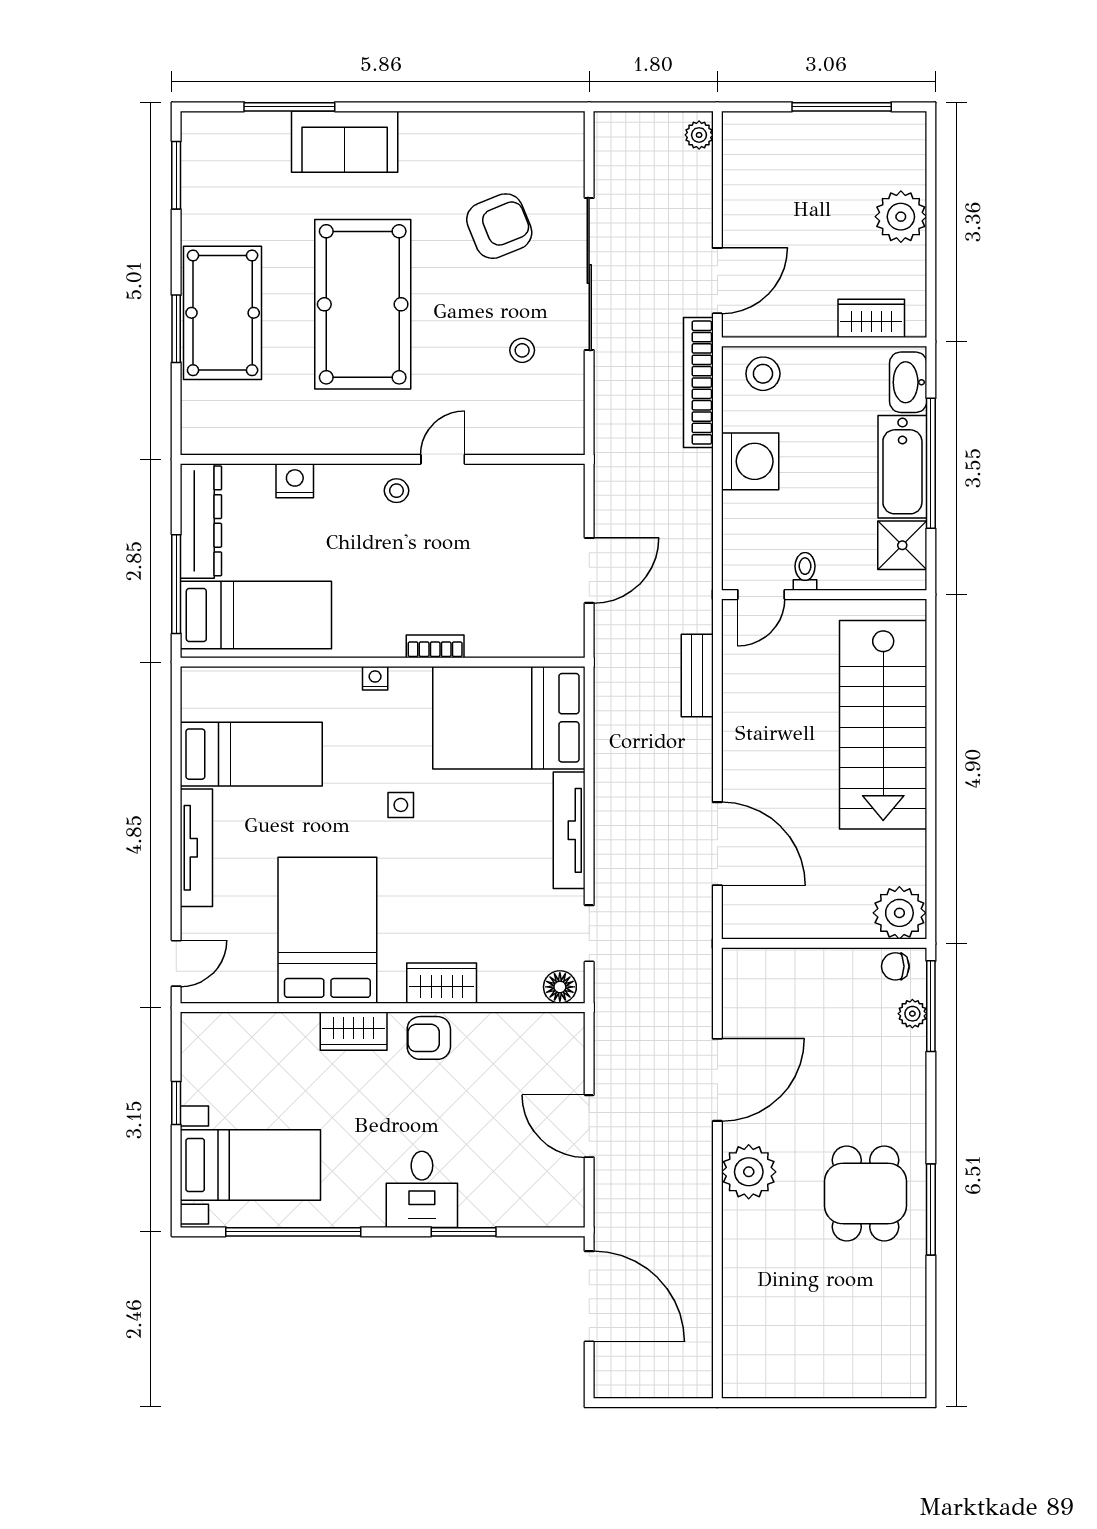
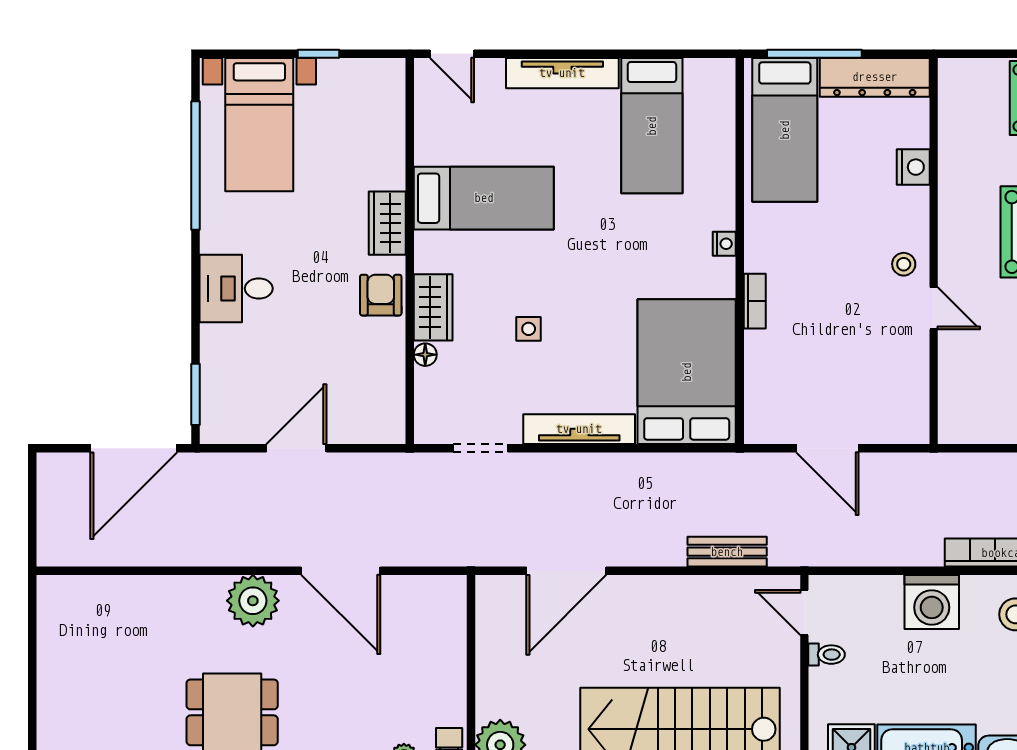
side table: (401, 805) -> (529, 329), moved
bed: (327, 930) -> (484, 198), width x0.67
floor lamp: (560, 987) -> (425, 355), moved, width x0.73, depth x0.73
window: (464, 1232) -> (195, 394), moved

